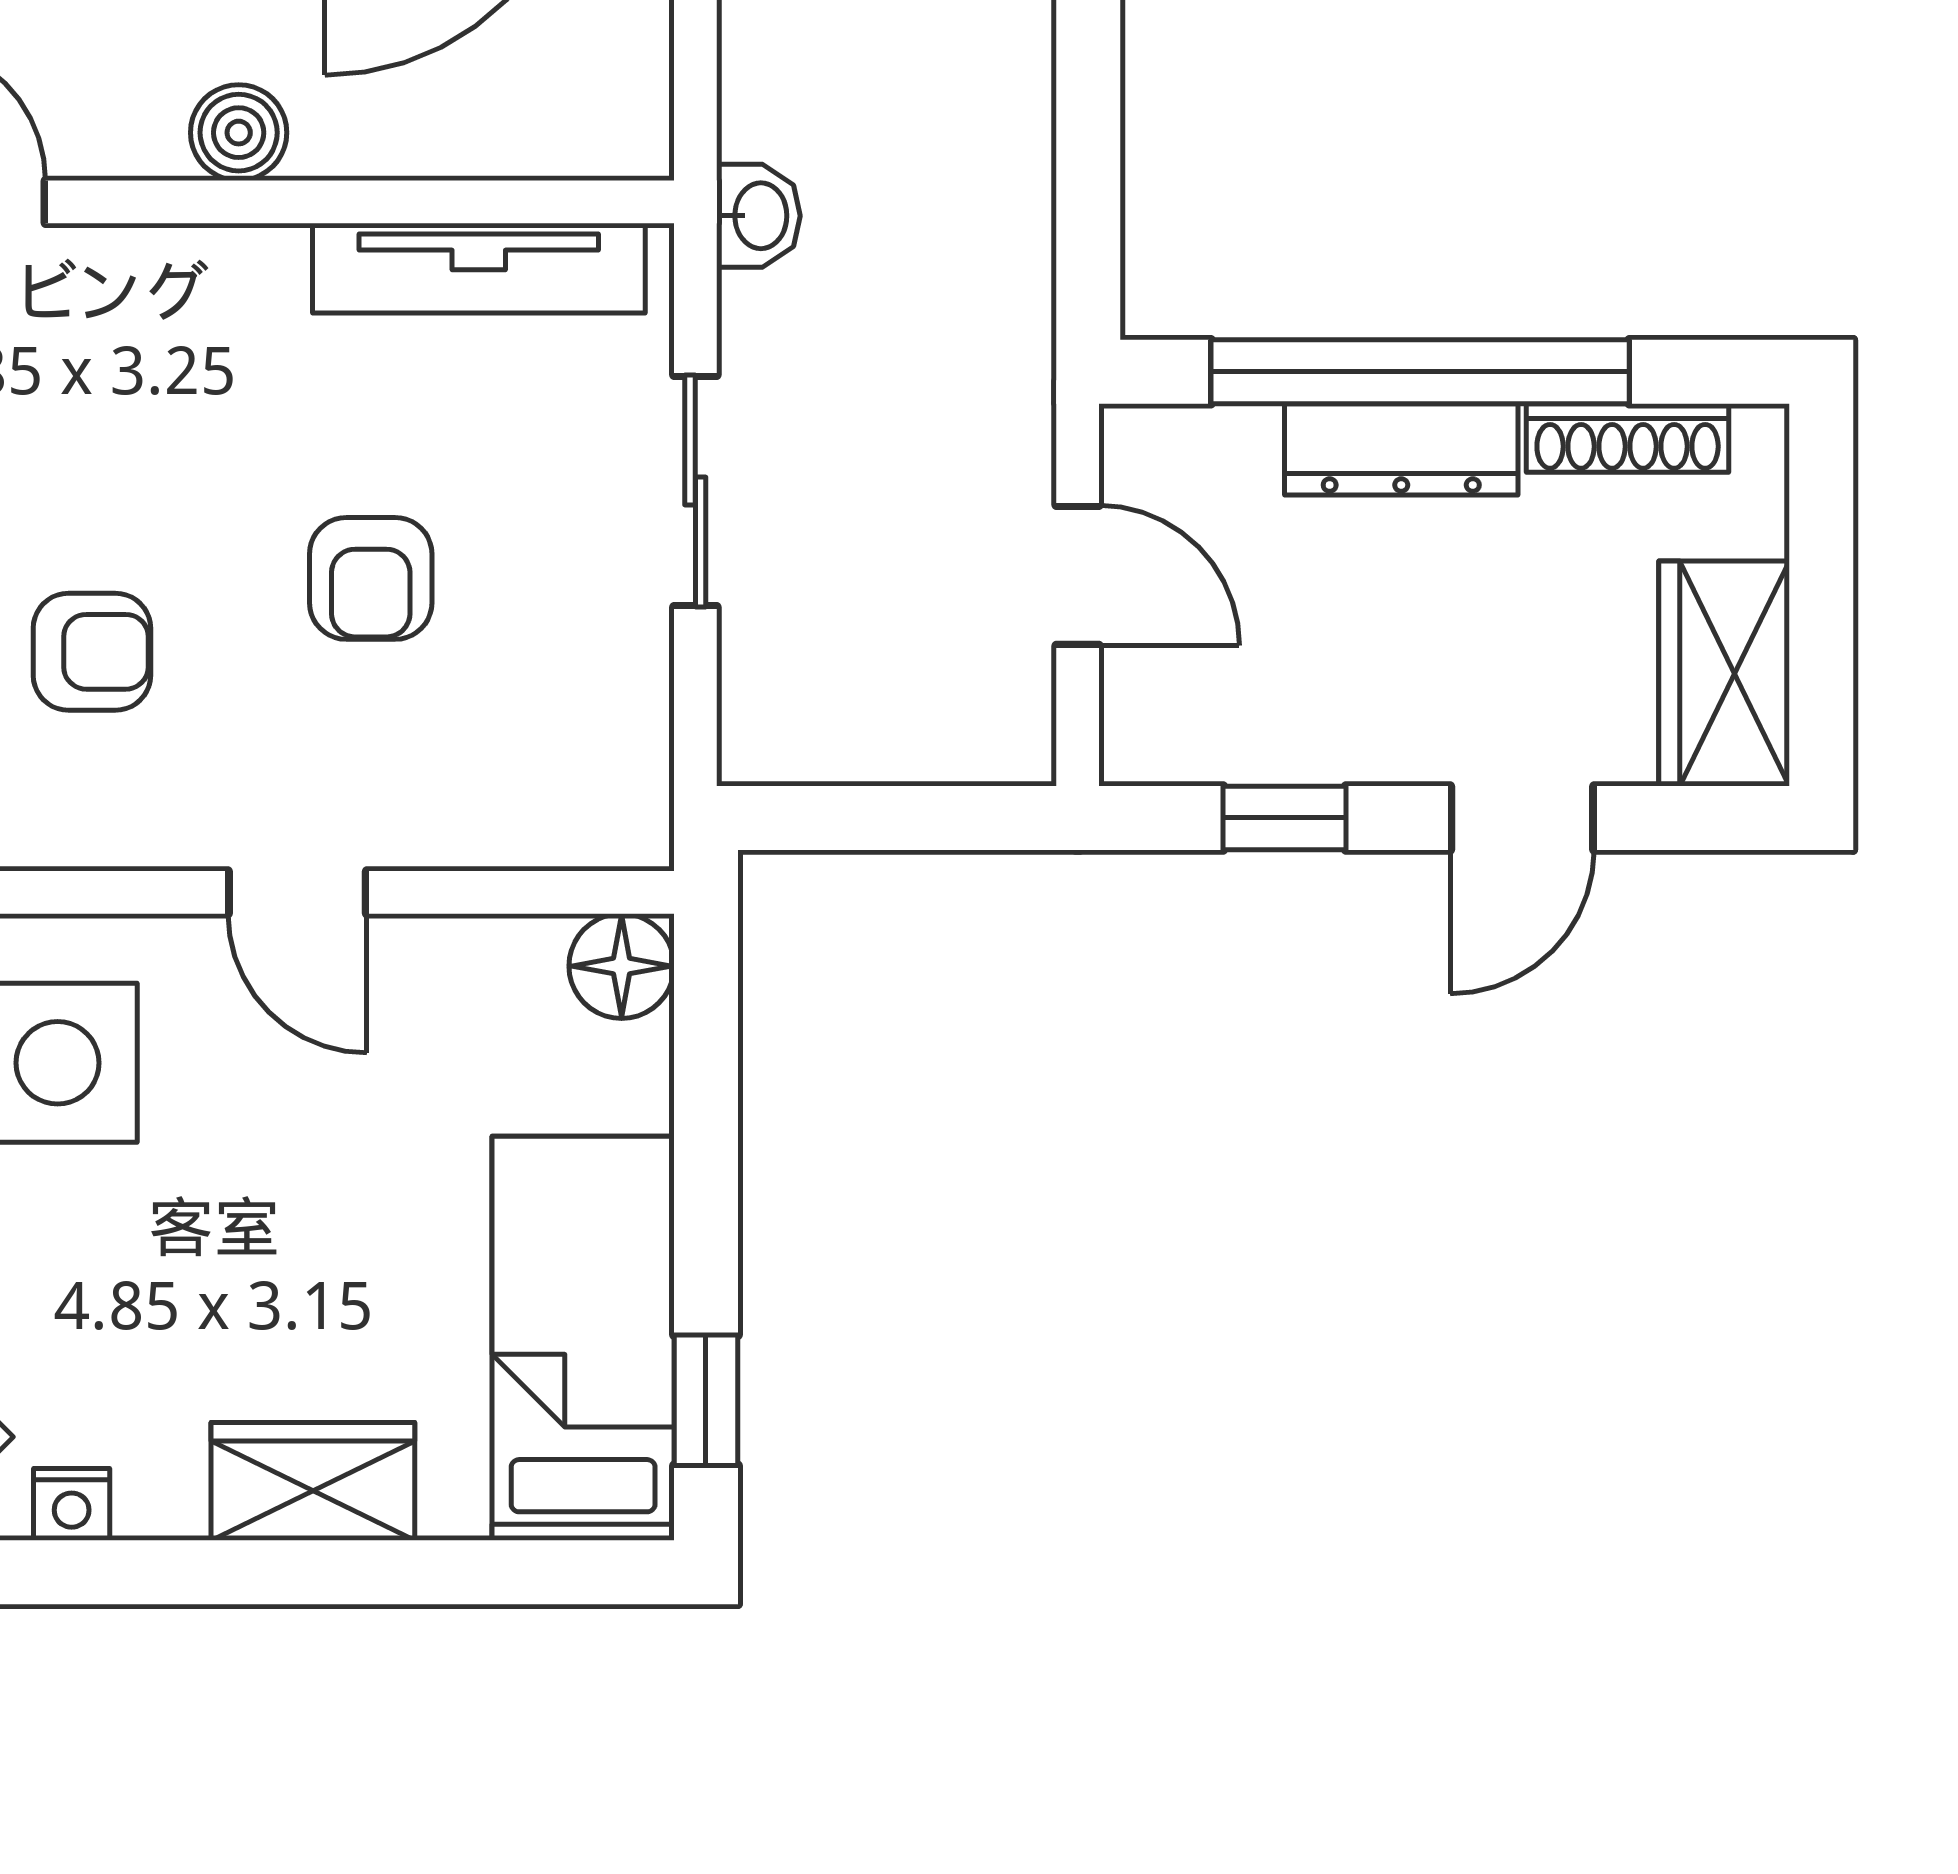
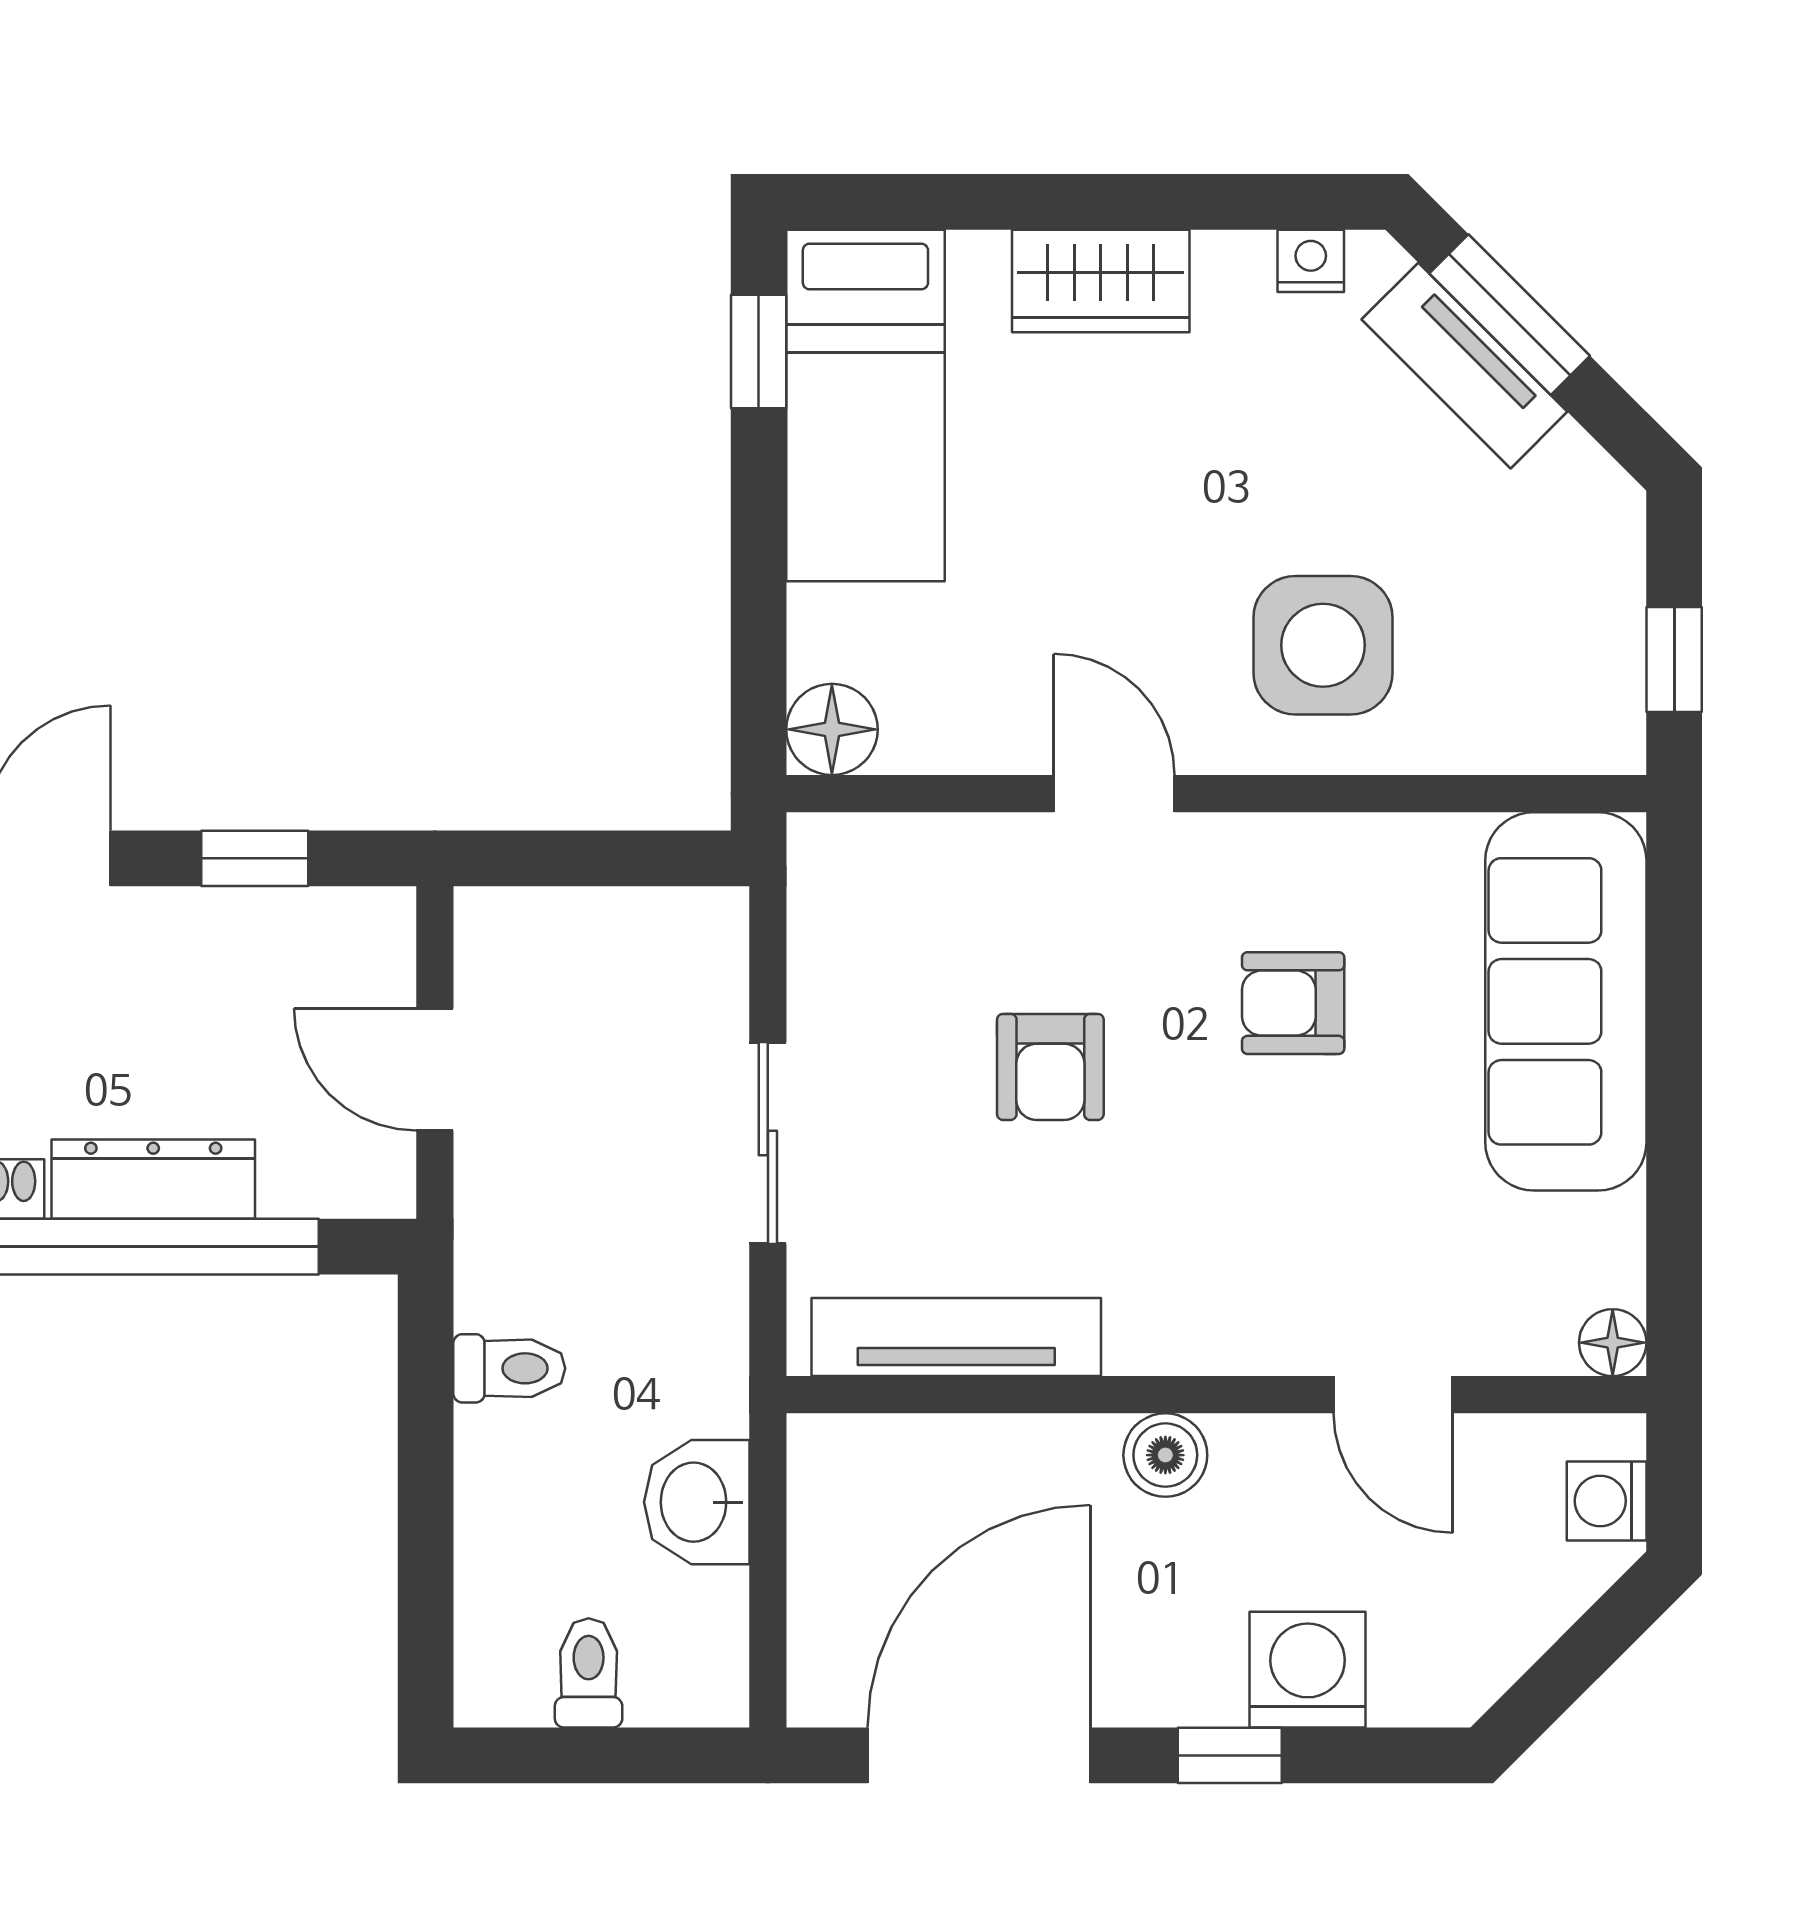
washbasin: (758, 216) -> (697, 1502), moved, width x1.38, depth x1.45
toilet: (992, 232) -> (509, 1368), added
armchair: (371, 578) -> (1050, 1067), turned 180

